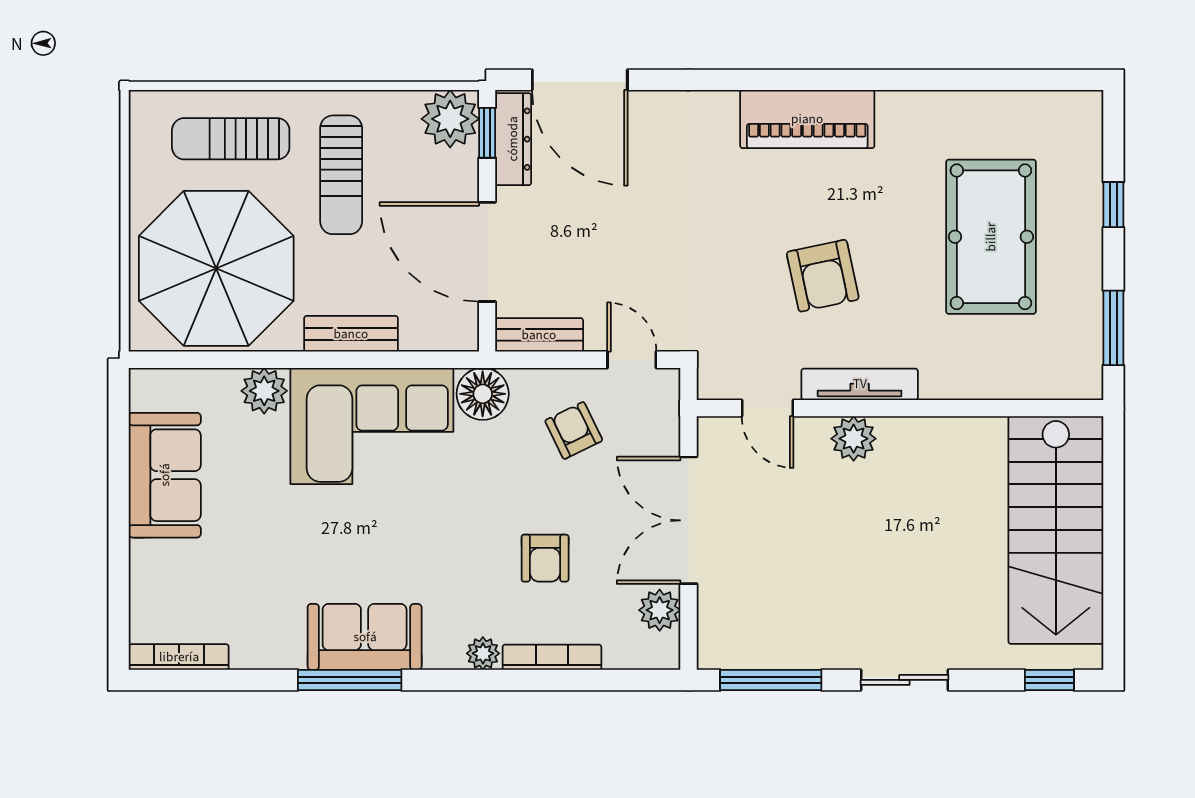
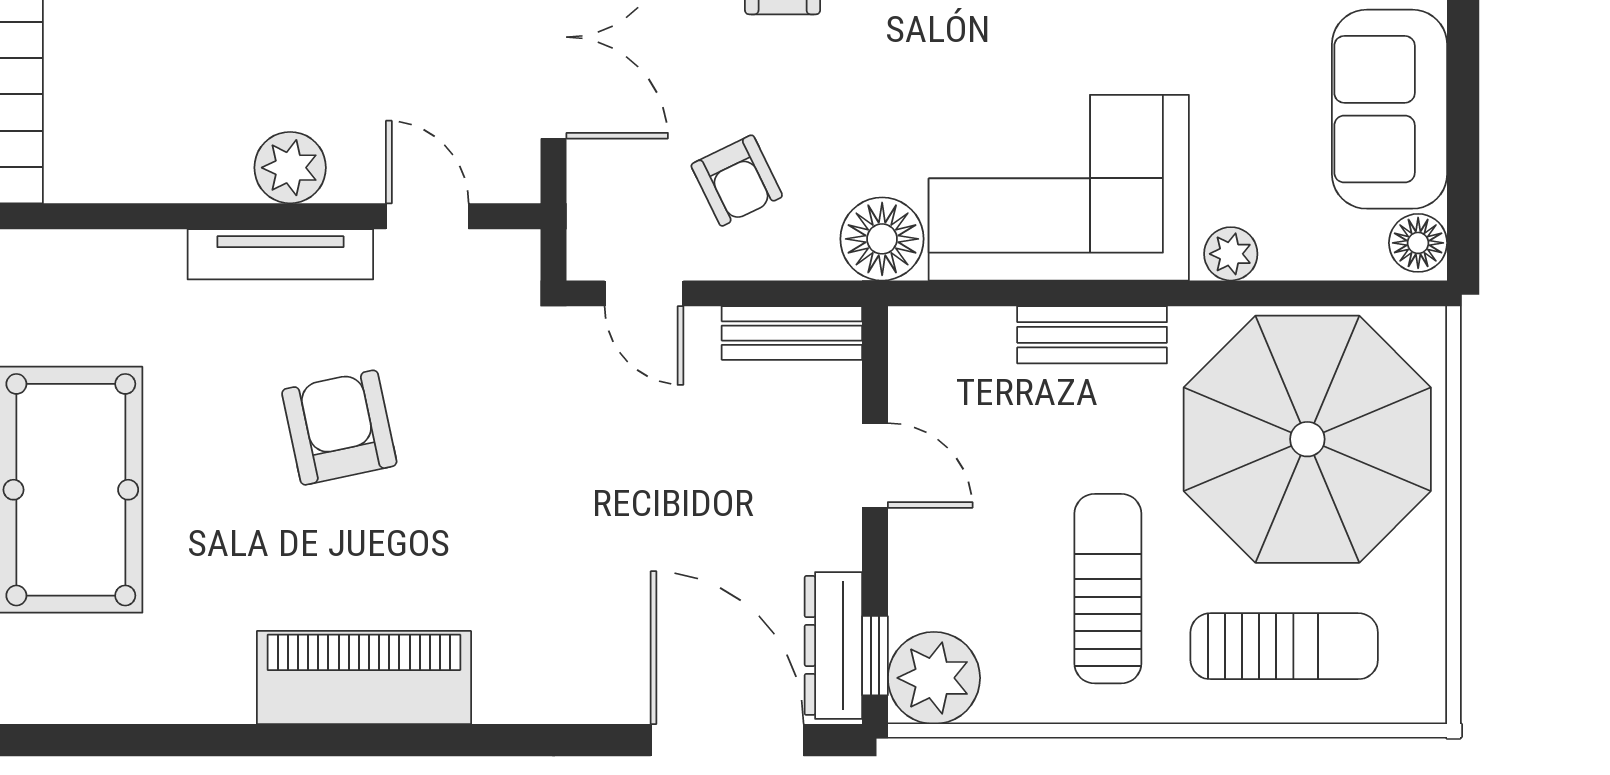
door: (487, 252) -> (875, 466), width x0.53
floor lamp: (147, 391) -> (1418, 243), added
plant: (264, 391) -> (1231, 254), width x0.73, depth x0.73

